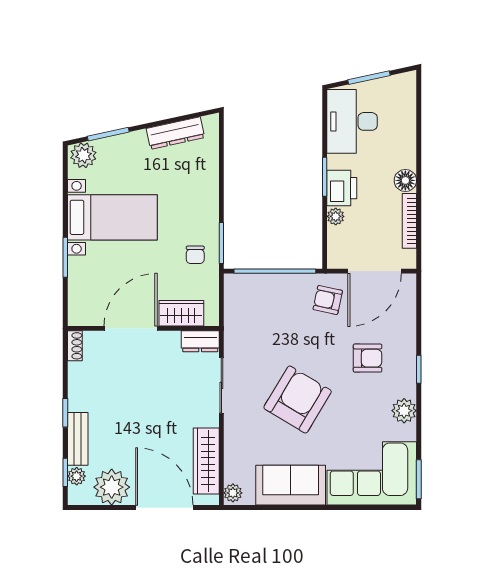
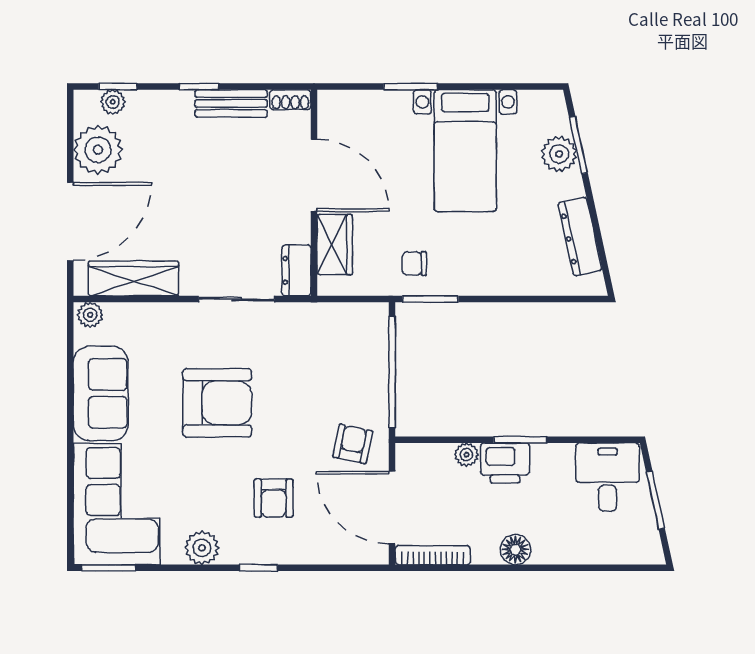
desk: (352, 121) -> (608, 477), width x0.73
plant: (83, 155) -> (559, 154), moved
bookcase: (409, 221) -> (433, 555), moved
armchair: (298, 399) -> (217, 403), turned -31
bench: (78, 439) -> (231, 103), moved

